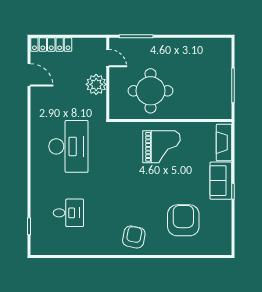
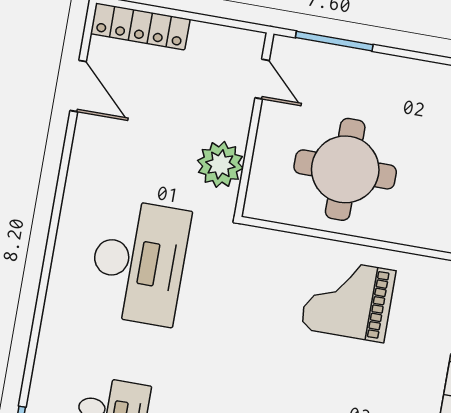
plant: (96, 84) -> (220, 164), moved
grand piano: (162, 147) -> (348, 300), turned 180

